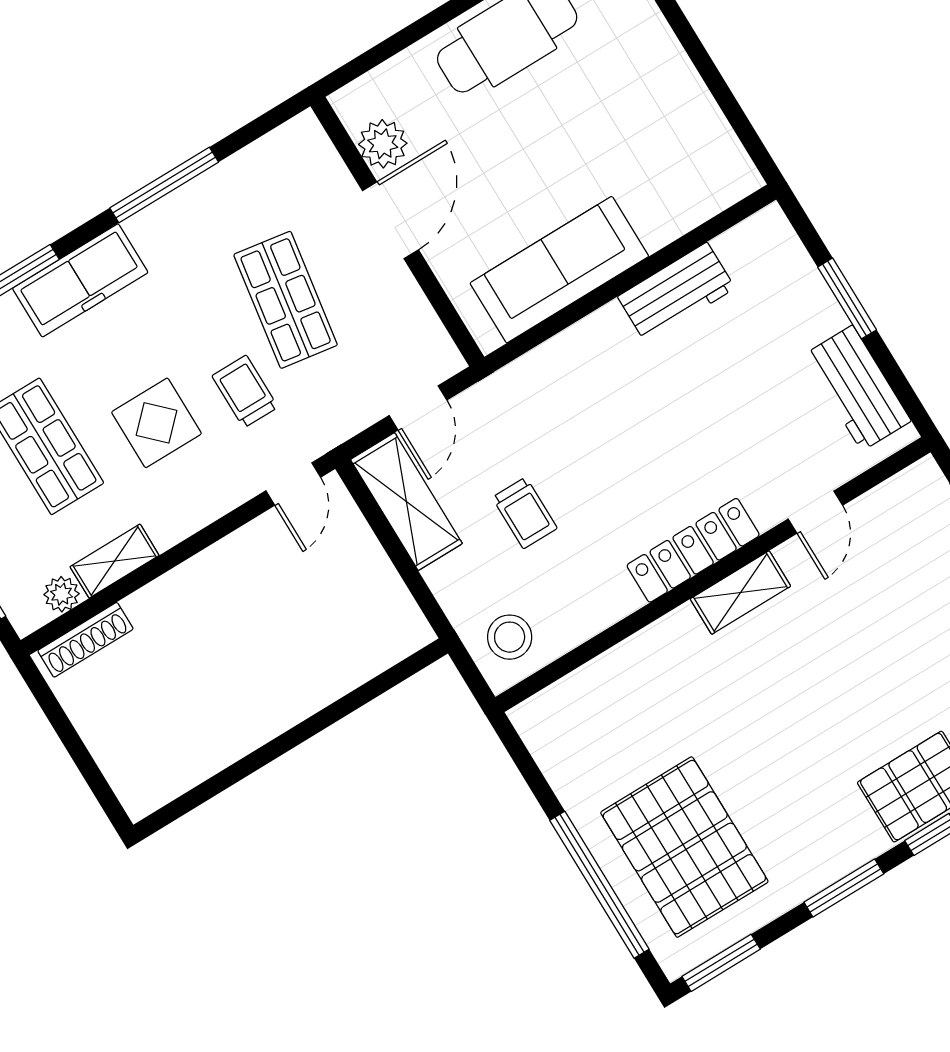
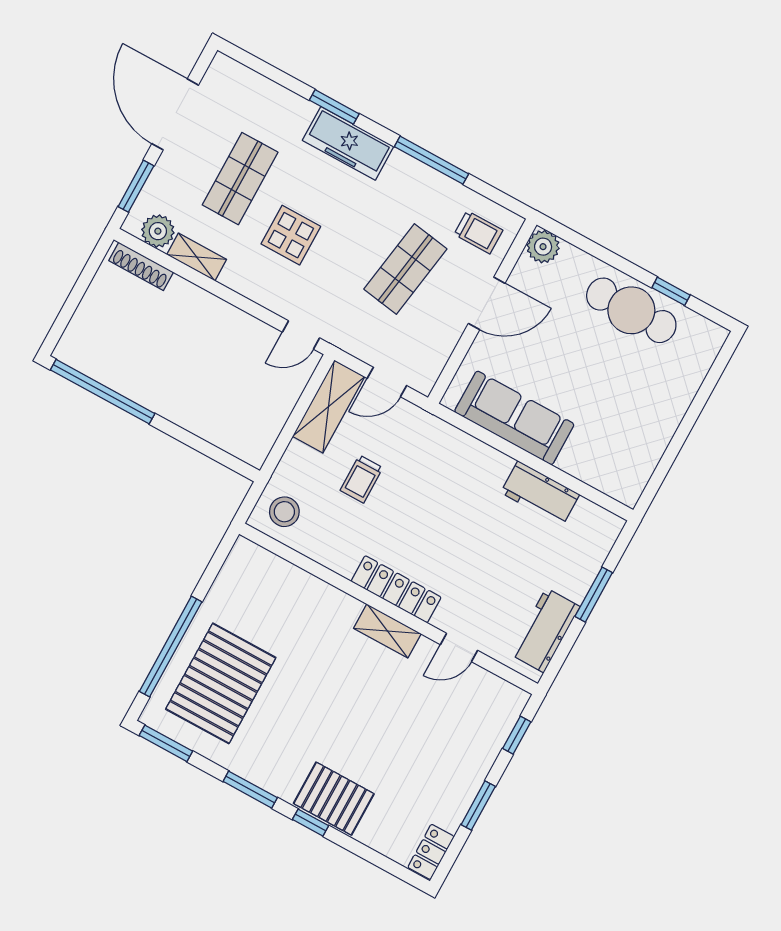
plant: (383, 144) -> (543, 247), moved
trolley: (245, 391) -> (478, 232), moved, turned 90
plant: (62, 594) -> (158, 231), width x1.38, depth x1.38
window: (219, 783) -> (103, 392), added

